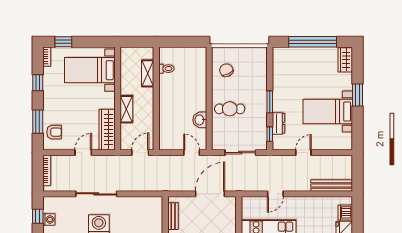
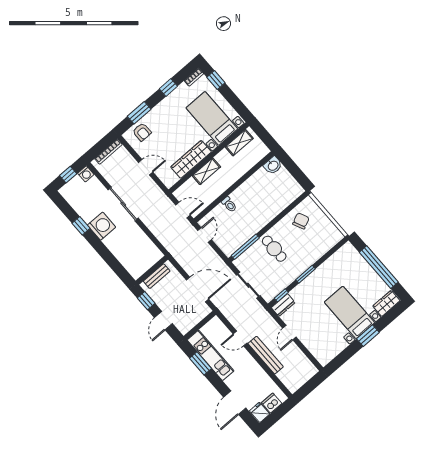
toilet: (166, 69) -> (229, 204), moved
shelving: (148, 73) -> (239, 143), moved
bed with nightstands: (328, 111) -> (349, 312), moved
washbasin: (200, 120) -> (273, 165), moved, turned 180
dresser: (278, 123) -> (283, 305), moved
window: (209, 129) -> (245, 247), added
wardrobe: (107, 130) -> (191, 159), moved
door: (192, 153) -> (205, 235), moved
door: (303, 153) -> (289, 333), swing flipped
bench: (332, 185) -> (266, 355), moved
washing machine: (49, 220) -> (86, 174), moved

